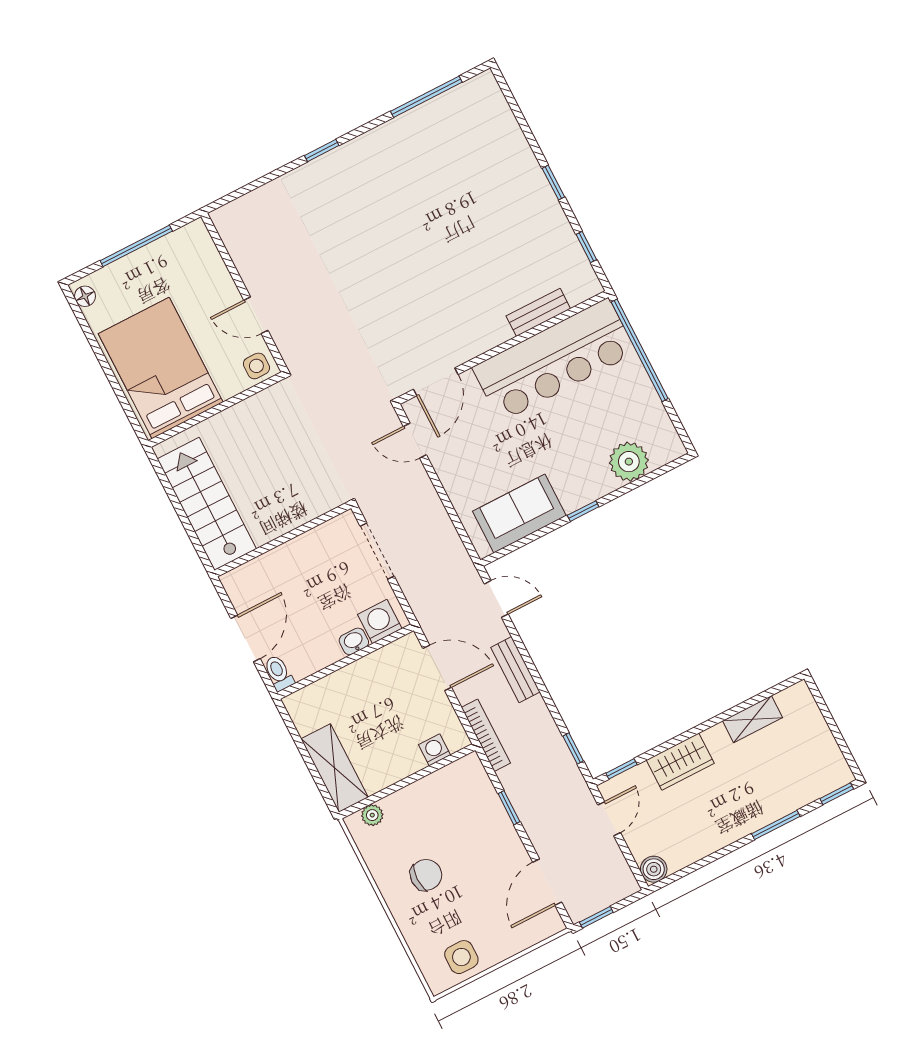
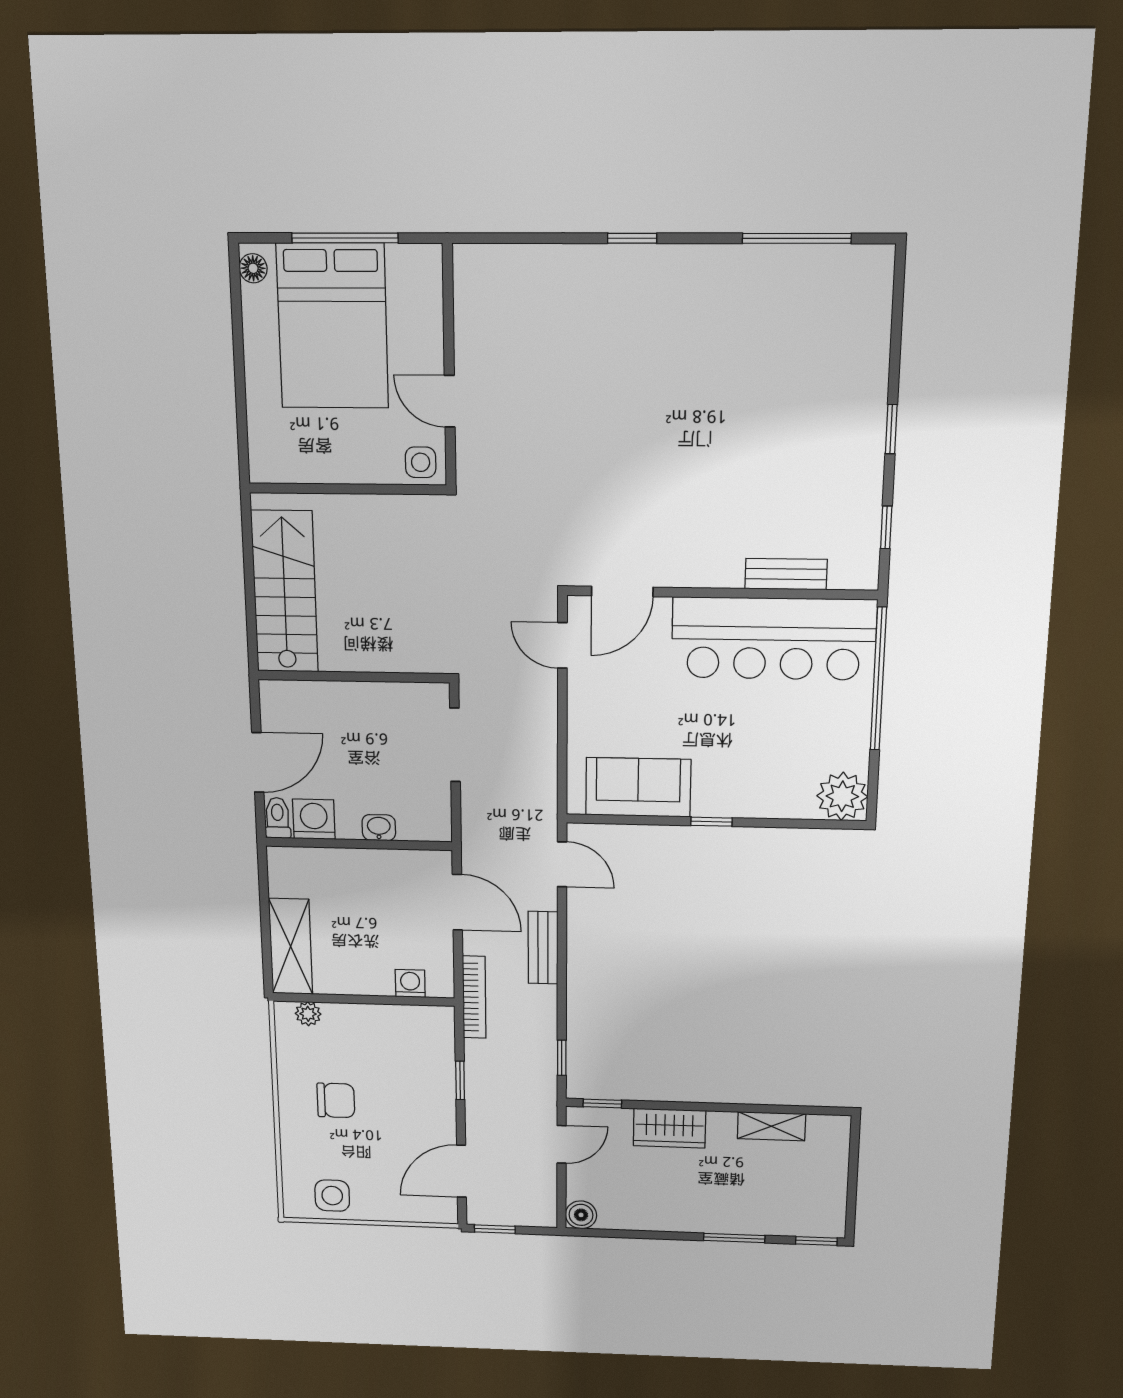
bed: (161, 368) -> (333, 326), moved, turned 180
plant: (629, 462) -> (842, 796), moved
washing machine: (380, 622) -> (314, 819), moved

